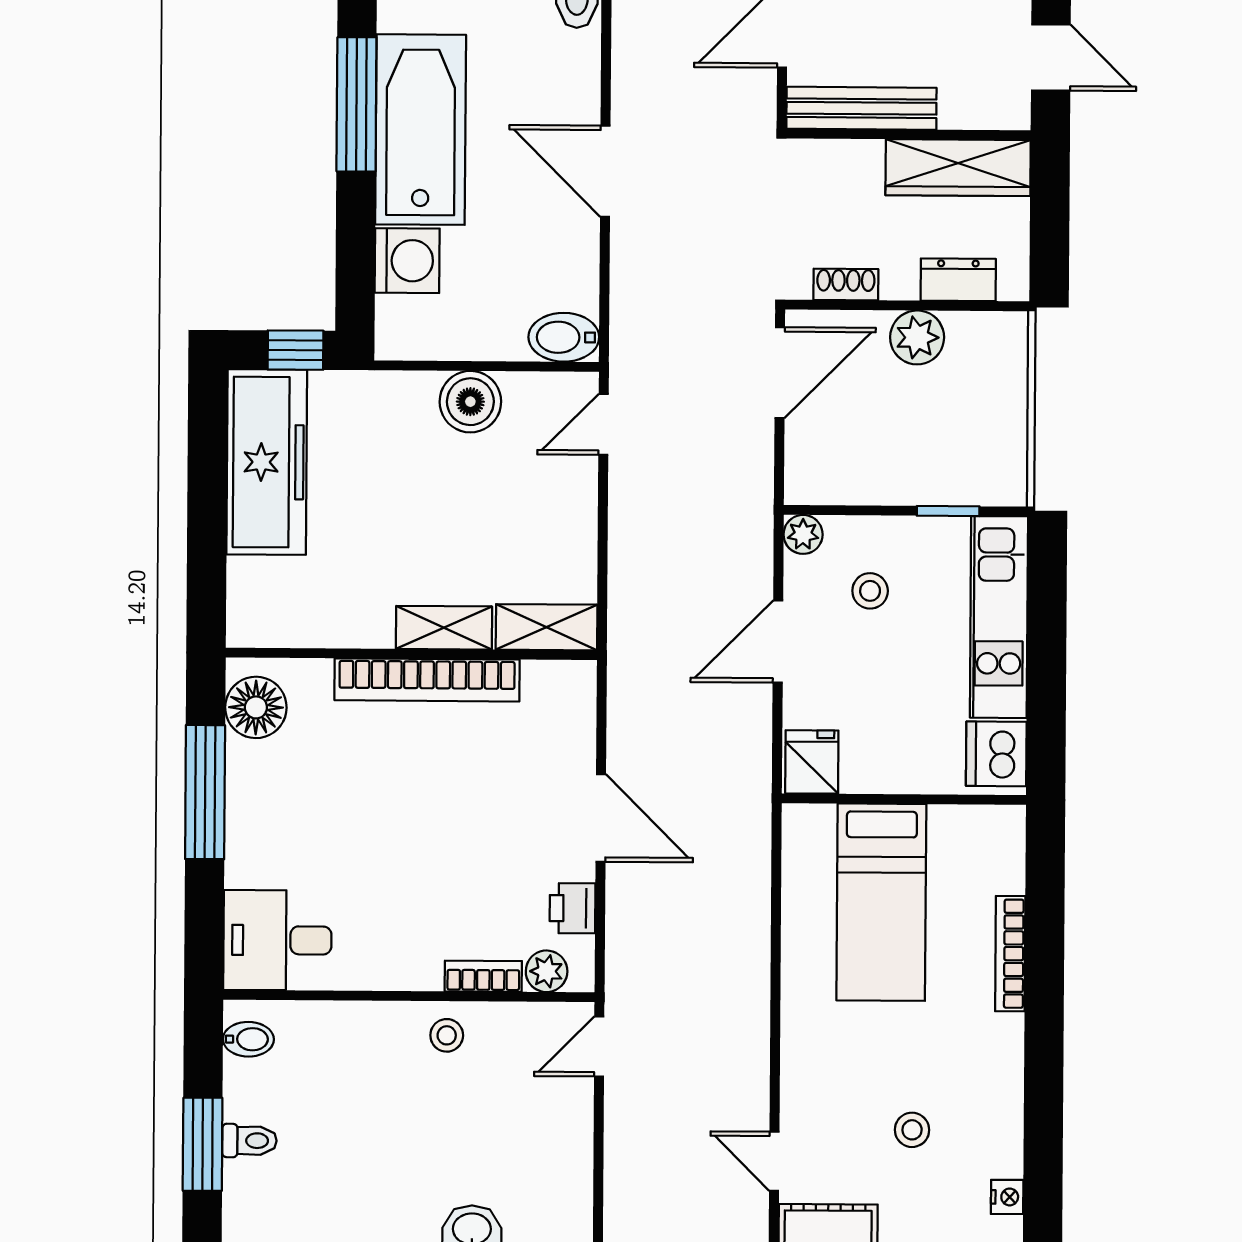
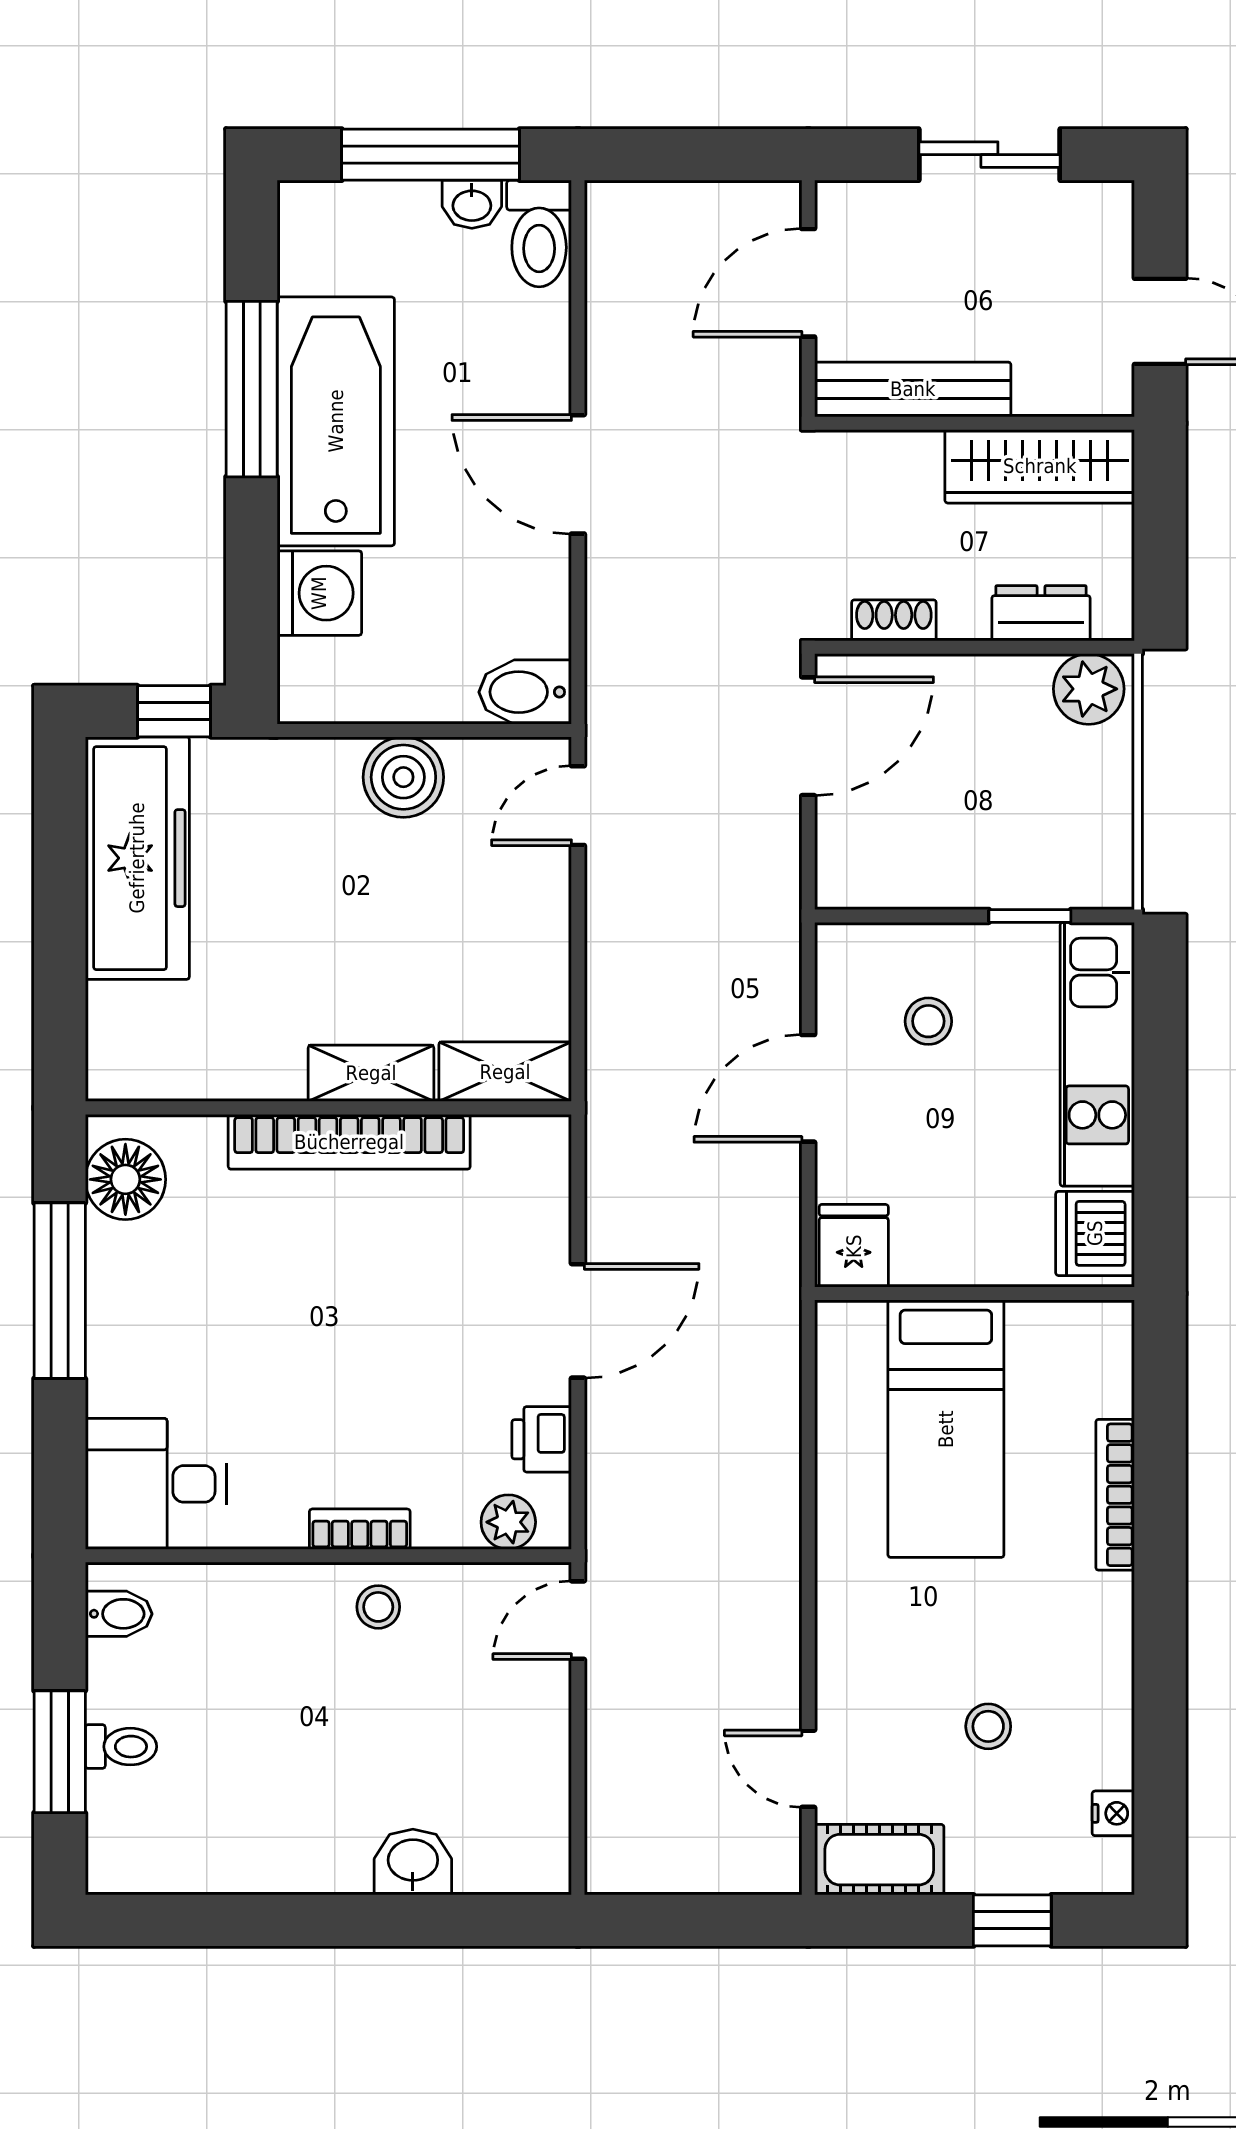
plant: (917, 337) -> (1089, 689), moved
plant: (803, 534) -> (840, 948), removed
door: (601, 818) -> (578, 1321), hinge flipped
bookcase: (483, 976) -> (360, 1529), moved

